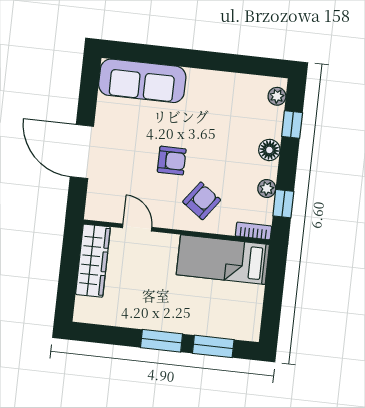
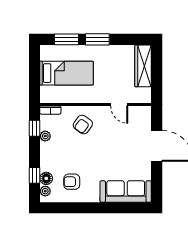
floor lamp: (269, 150) -> (46, 178), moved
armchair: (172, 161) -> (72, 182), moved
bed: (223, 260) -> (67, 73), moved
wardrobe: (93, 261) -> (143, 66), moved

